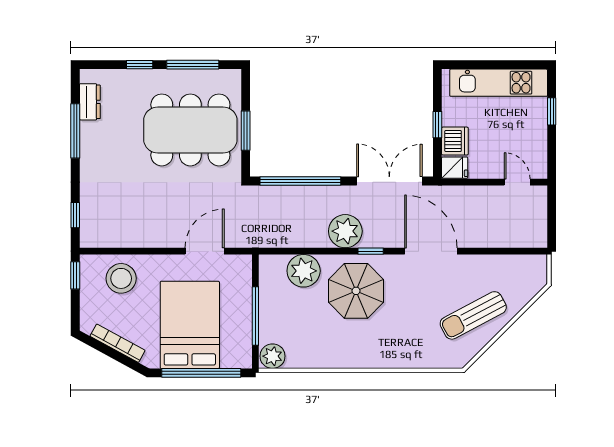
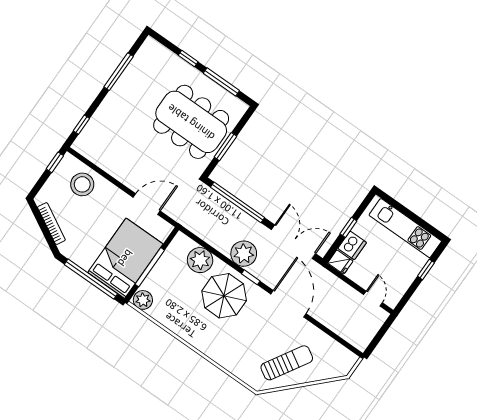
dresser: (90, 102) -> (141, 60), removed
sun lounger: (473, 315) -> (287, 363), turned 149
bed: (190, 325) -> (125, 258), moved

